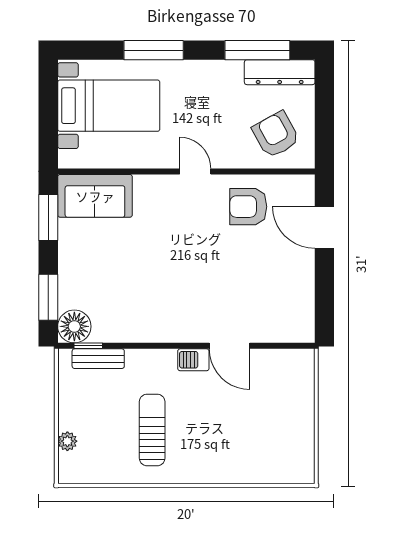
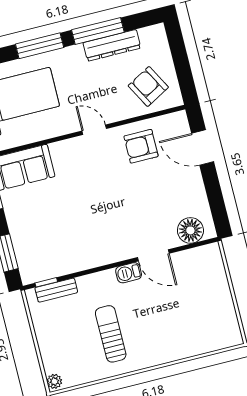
window: (257, 50) -> (98, 31), moved
dresser: (280, 72) -> (112, 45), moved
floor lamp: (74, 326) -> (190, 230), moved
plant: (67, 441) -> (54, 381), moved

